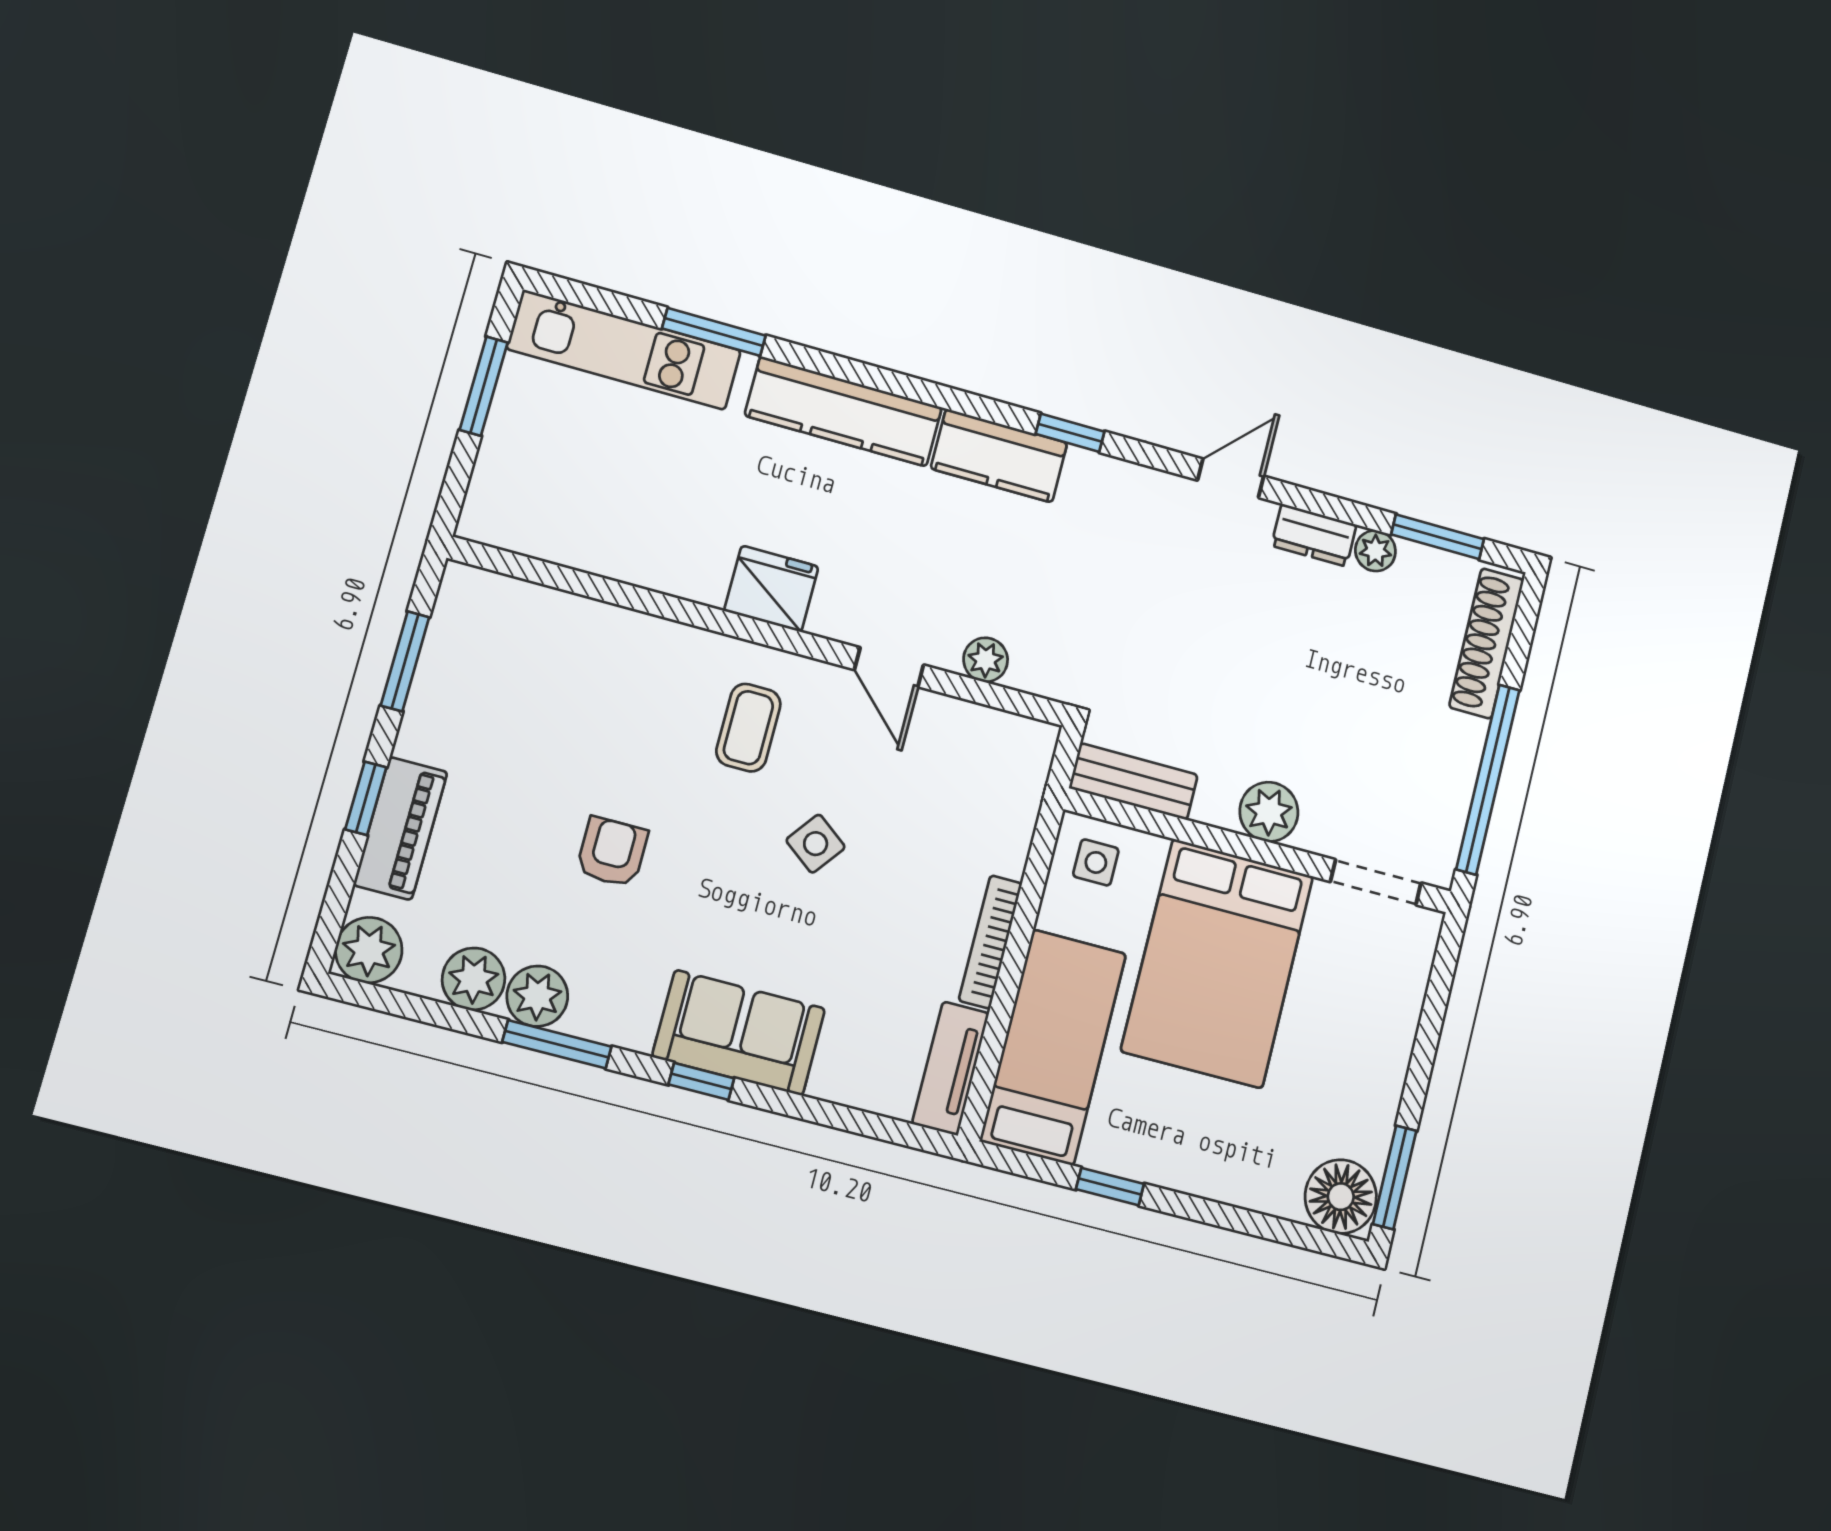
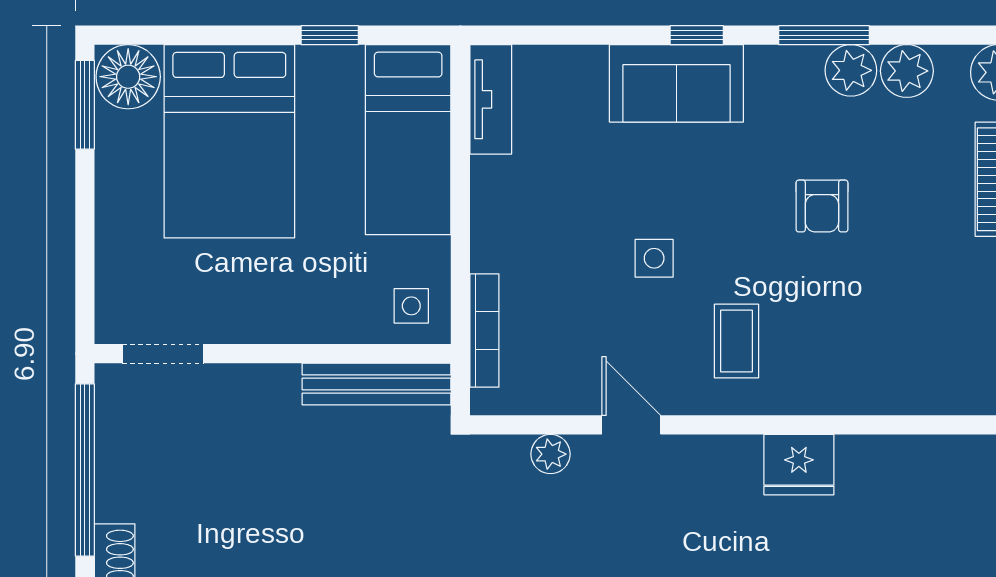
fridge: (771, 589) -> (799, 465), moved
bench: (1133, 781) -> (376, 384), width x1.36
plant: (1269, 812) -> (272, 390), removed
side table: (816, 844) -> (654, 258), turned -37
bookcase: (990, 942) -> (484, 331), moved
bed: (1217, 963) -> (229, 141), moved, turned 180

